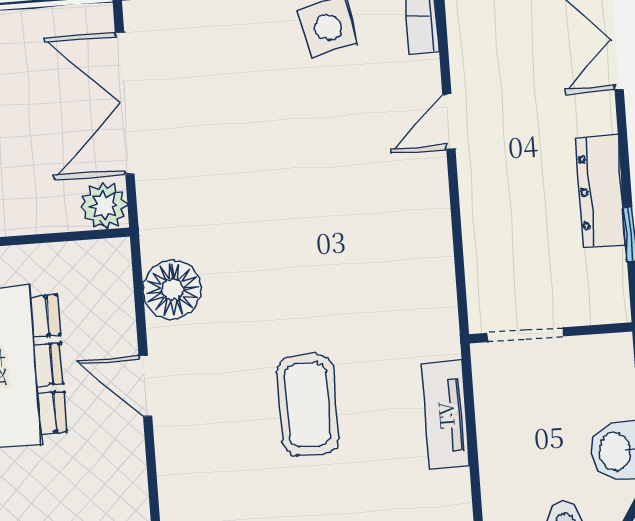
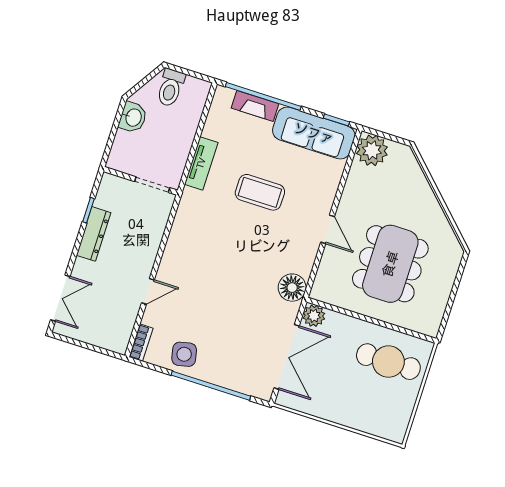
floor lamp: (172, 290) -> (292, 288), moved
coffee table: (308, 405) -> (260, 192), turned 90

